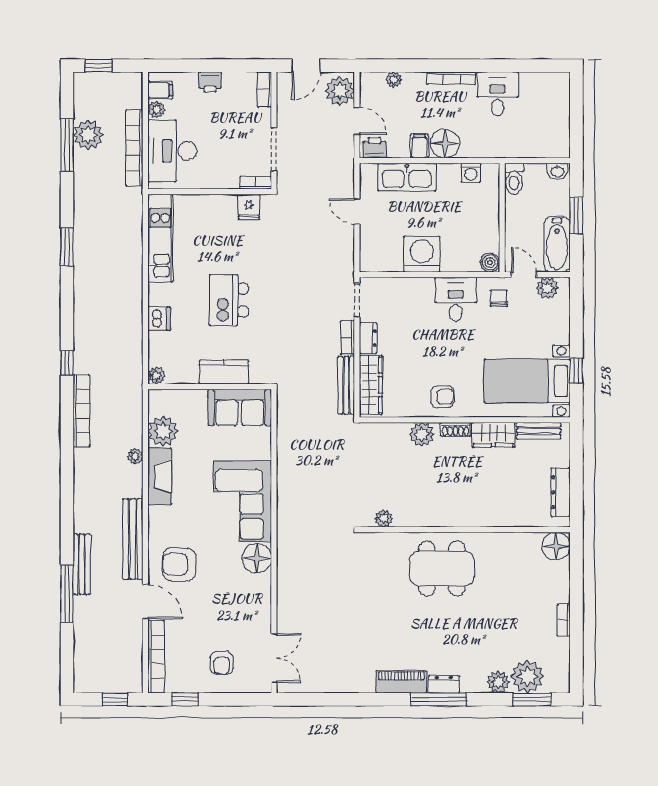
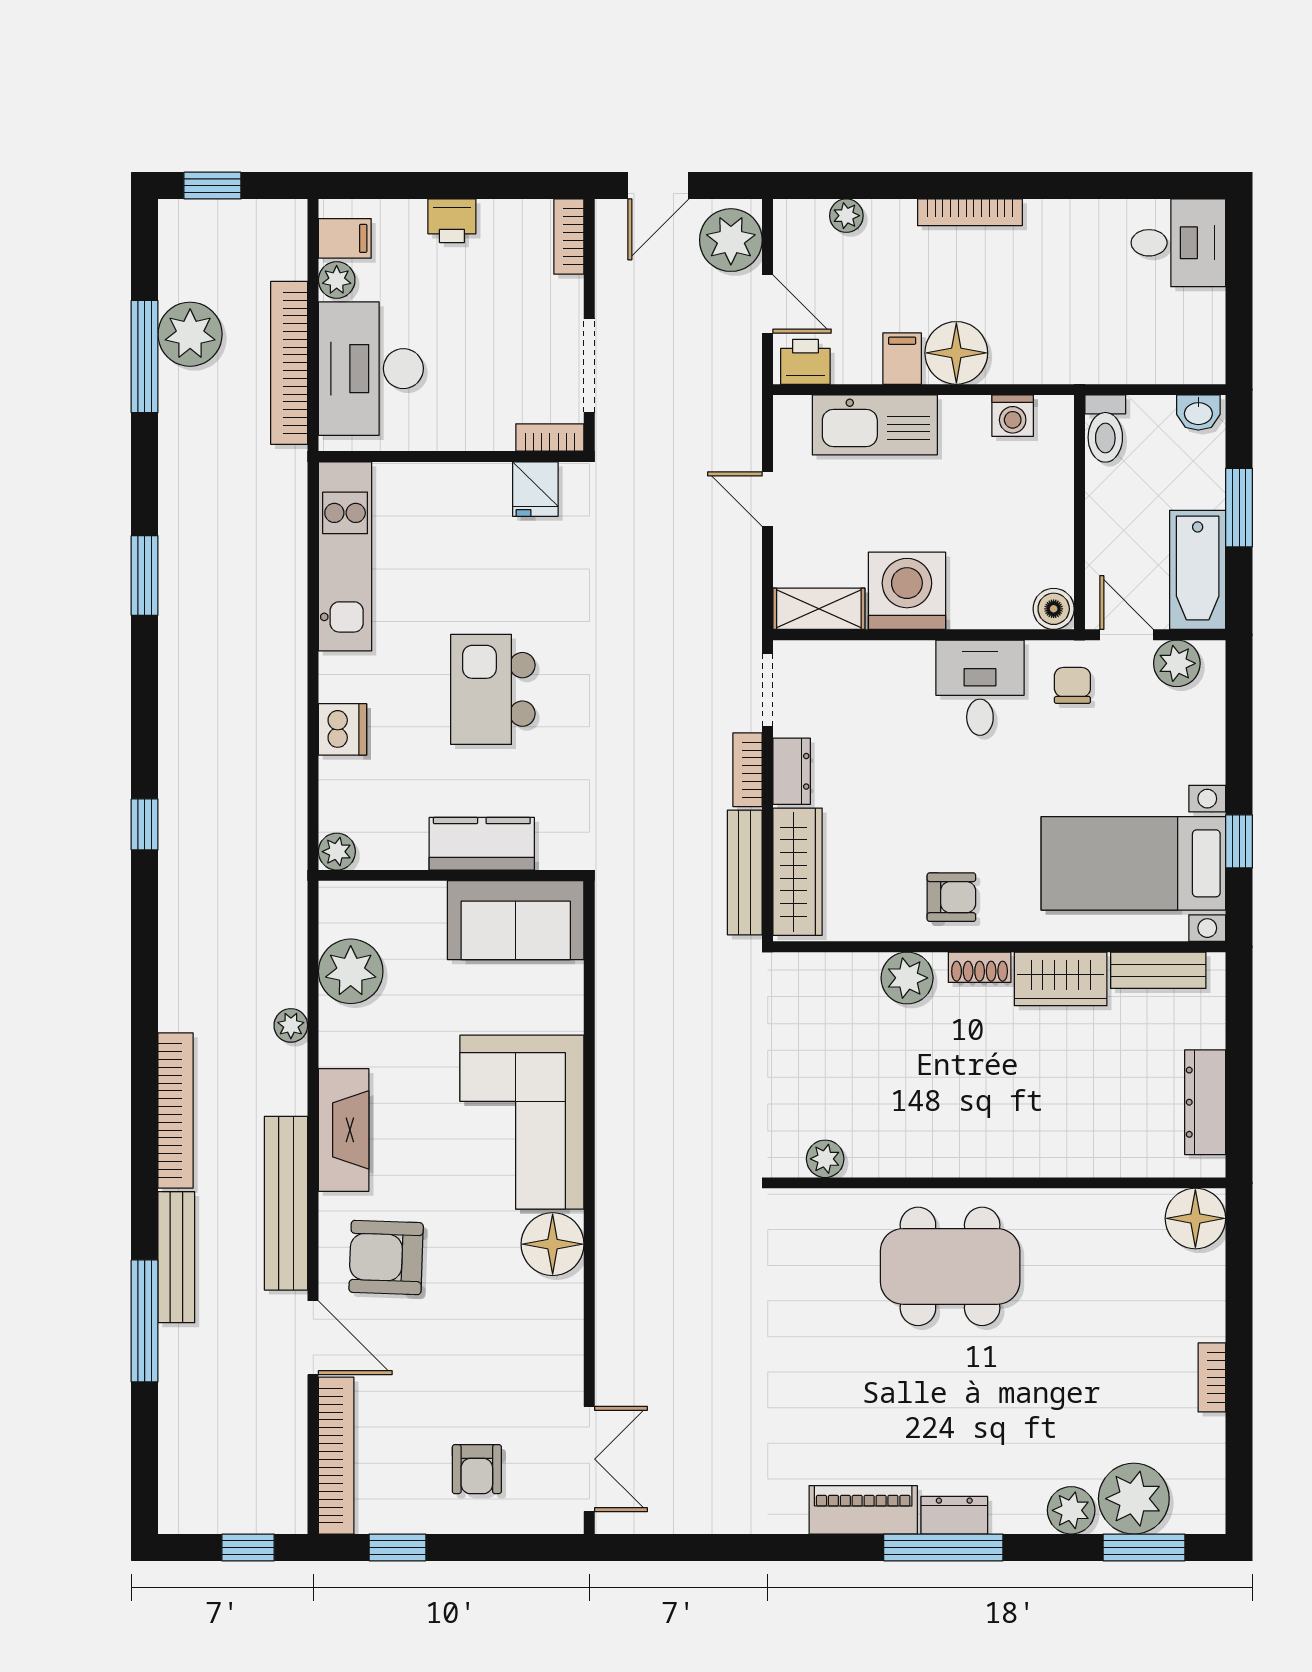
desk: (498, 94) -> (1178, 243), moved, turned 90
shelving: (381, 263) -> (819, 609), added
bookcase: (81, 411) -> (176, 1111), moved
fireplace: (160, 476) -> (344, 1130), moved

